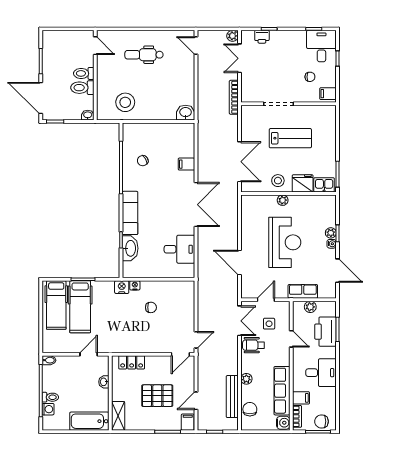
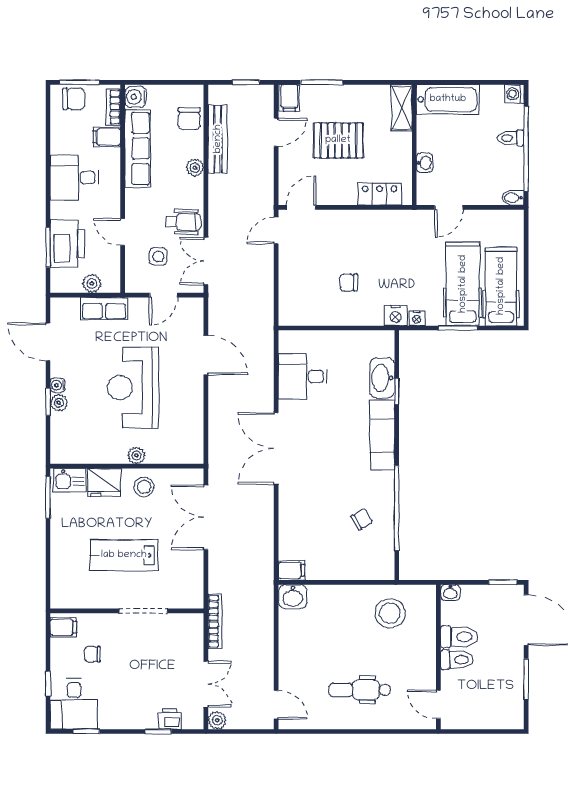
dental chair: (144, 55) -> (360, 690), turned 180
filing cabinet: (186, 164) -> (291, 570), moved
nightstand: (135, 285) -> (417, 318), moved
washing machine: (48, 409) -> (514, 94), moved

